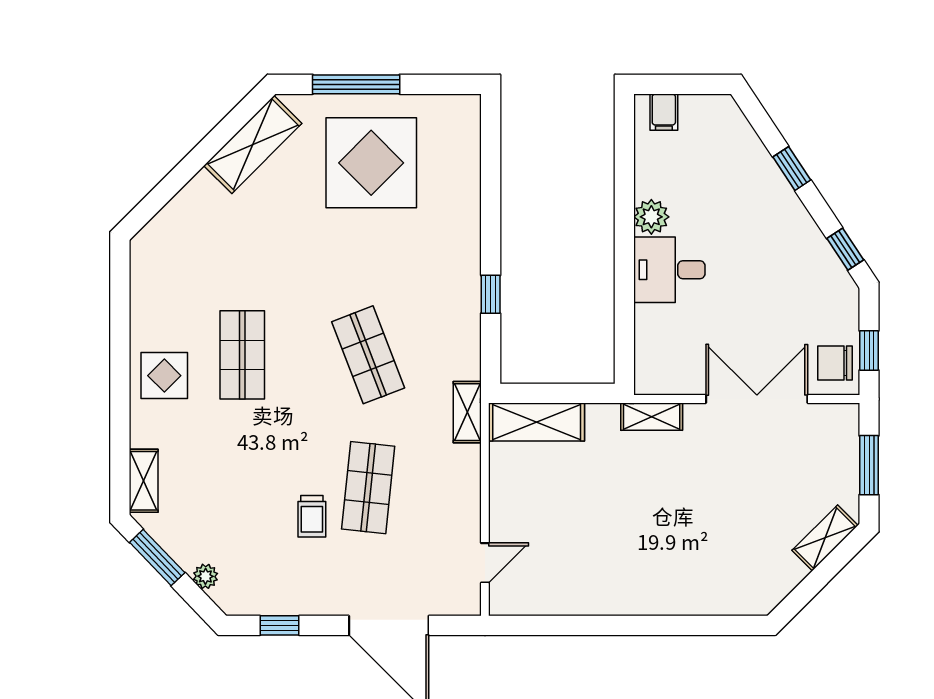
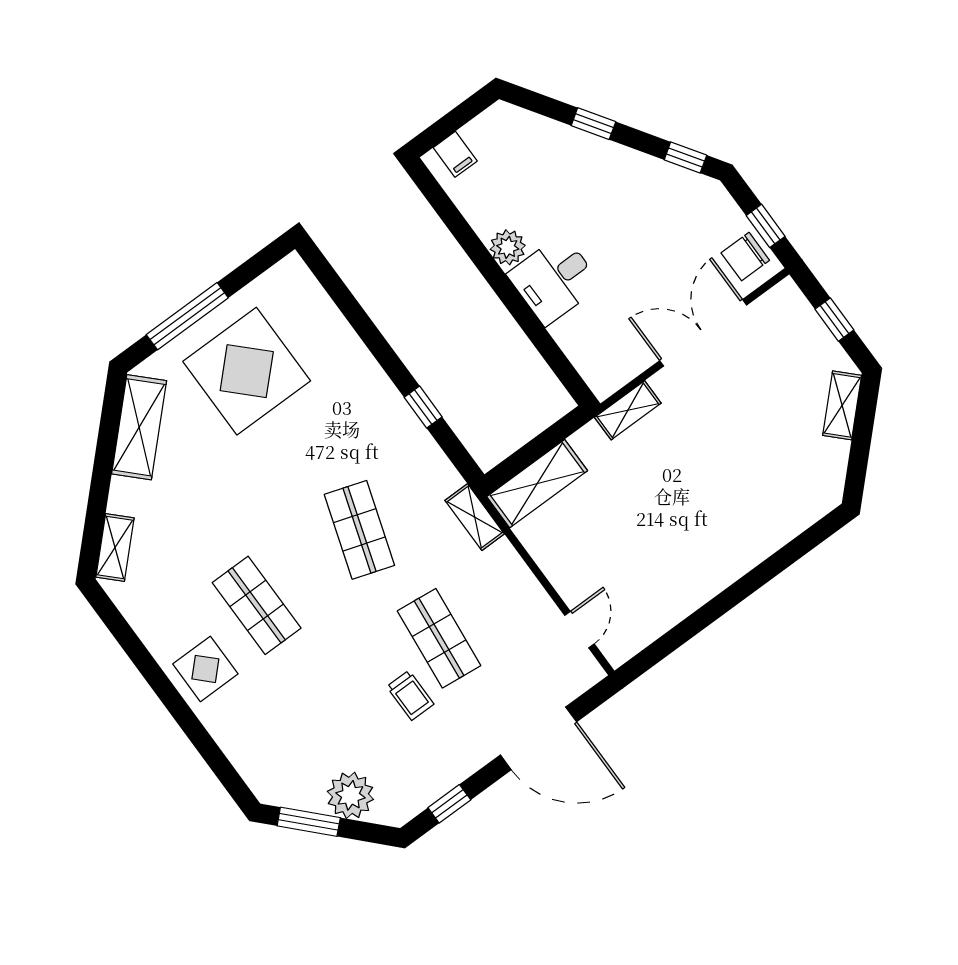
shop shelf: (368, 355) -> (359, 530), turned 39
window: (869, 465) -> (834, 320), width x0.67
shelving: (144, 481) -> (115, 547), moved, turned 45
plant: (205, 576) -> (350, 795), width x1.88, depth x1.88

